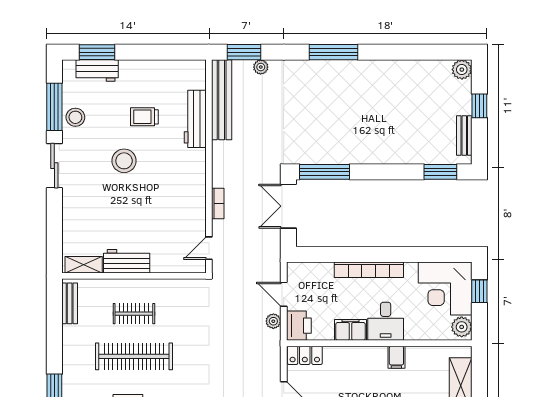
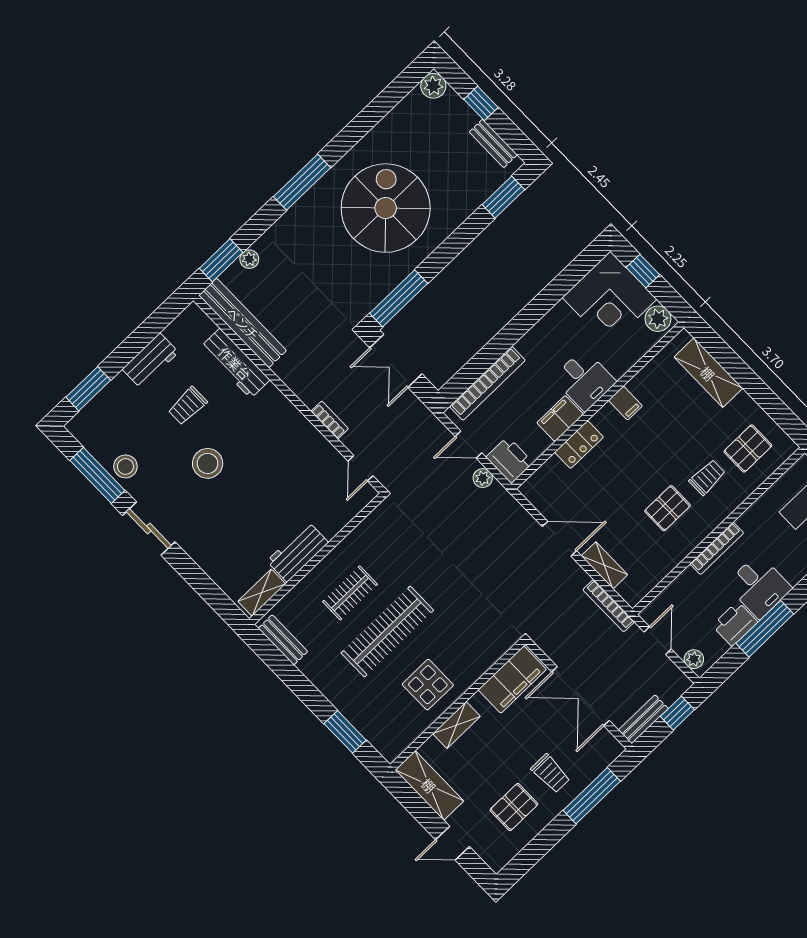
workbench: (97, 70) -> (150, 361), moved
spiral stairs: (367, 113) -> (386, 208), added
bookcase: (369, 270) -> (487, 383), moved
locker: (305, 355) -> (579, 445), moved

